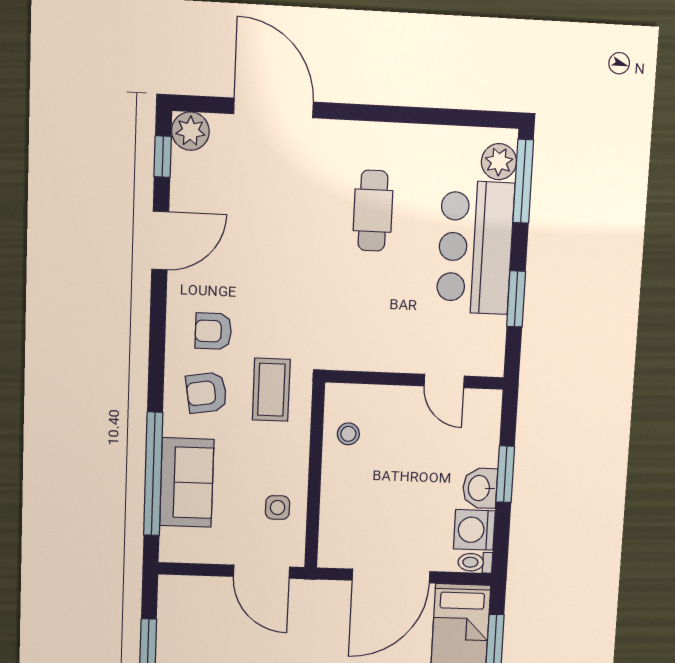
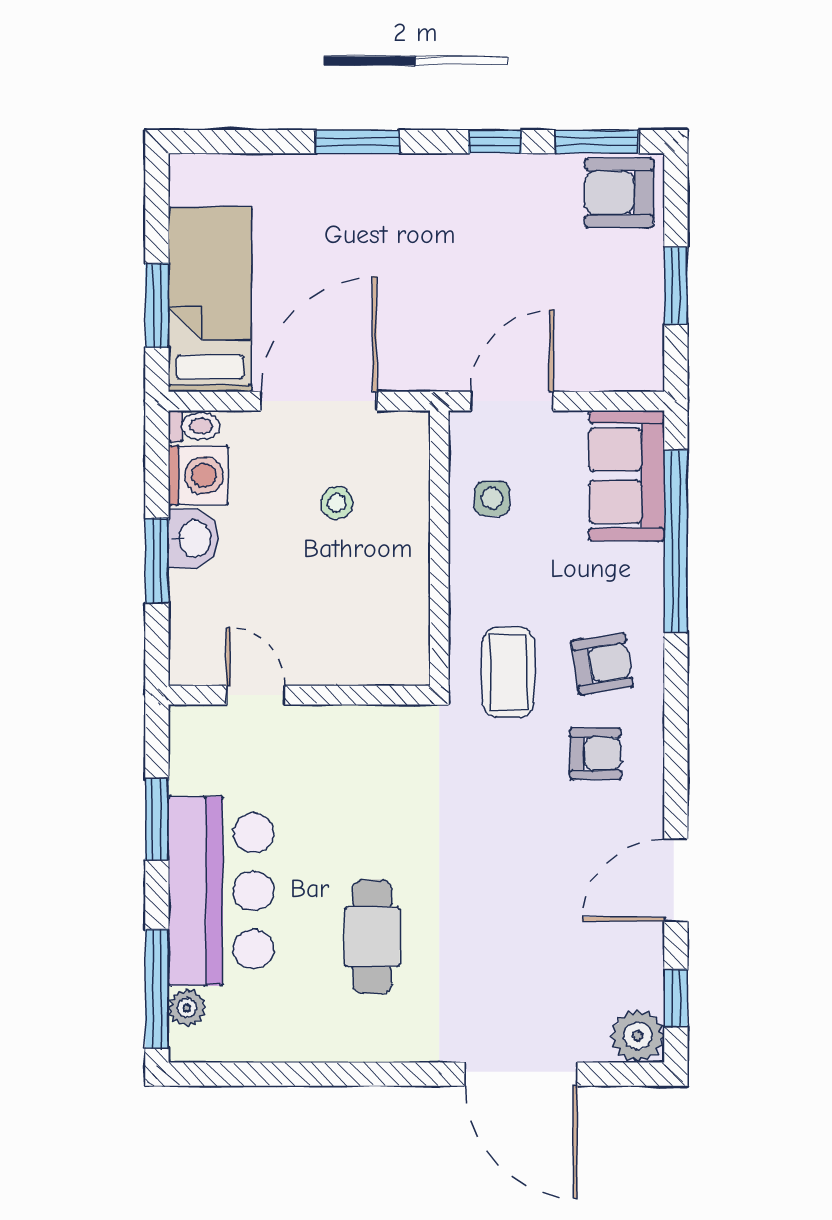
plant: (499, 162) -> (187, 1008), width x0.73, depth x0.73
stool: (348, 434) -> (337, 503), moved
sofa: (187, 483) -> (627, 476), moved
door: (261, 572) -> (512, 401), hinge flipped

